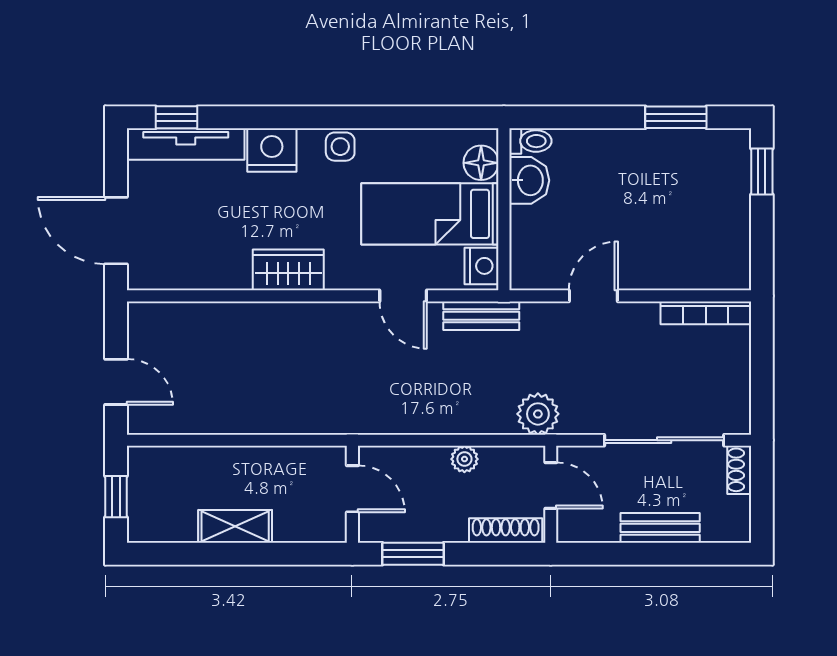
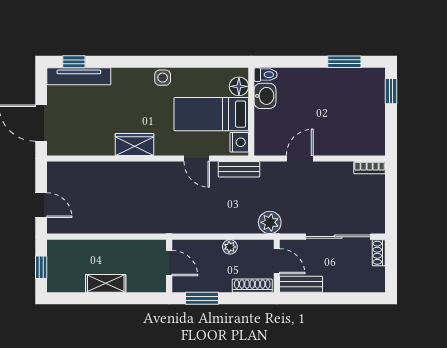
nightstand: (272, 150) -> (126, 79), removed
bookcase: (706, 313) -> (370, 168), width x0.64
bench: (660, 528) -> (301, 284), moved

